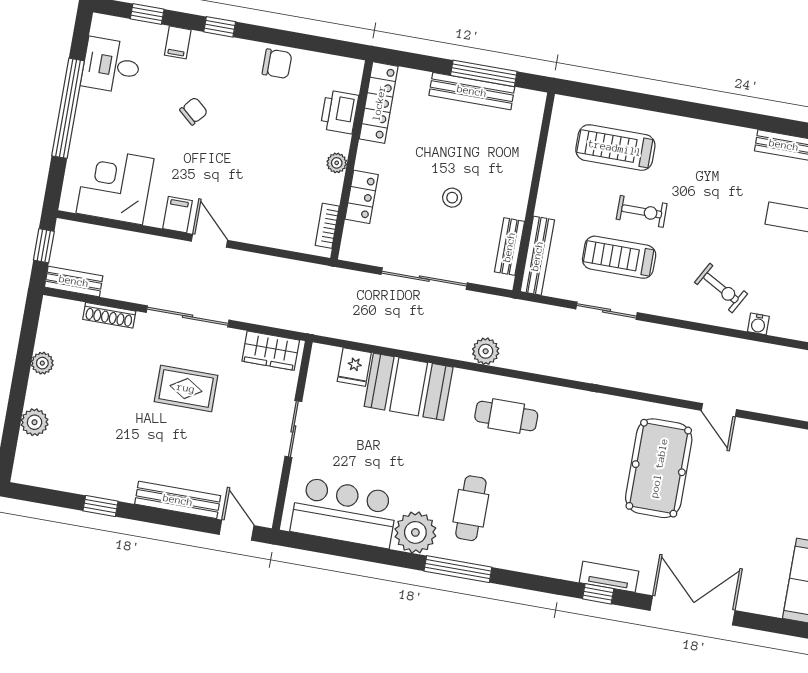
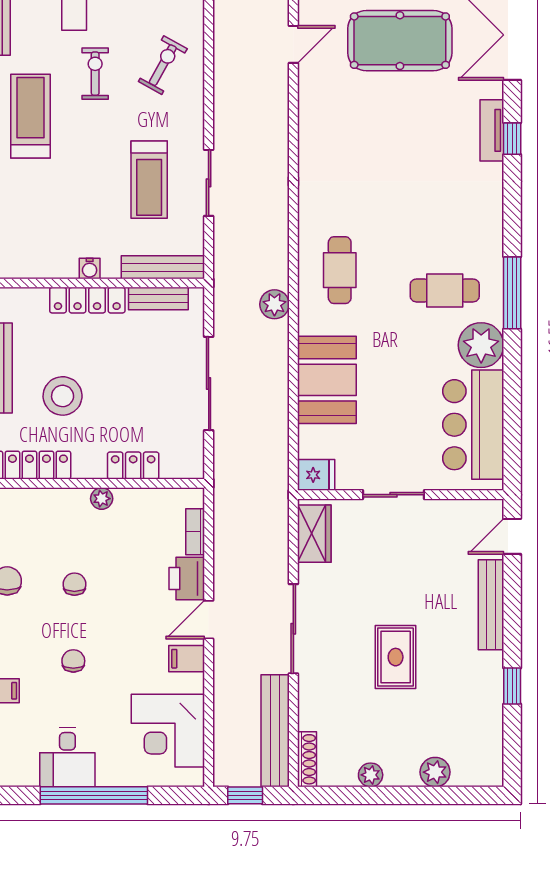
desk: (111, 66) -> (67, 757), moved
chair: (194, 111) -> (73, 661), turned 49
printer: (339, 112) -> (187, 578), moved, turned 90
chair: (263, 124) -> (74, 584), added
treadmill: (615, 148) -> (31, 116), moved, turned 180
locker: (519, 182) -> (87, 300), added
stool: (452, 198) -> (63, 396), moved, width x1.89, depth x1.89
exercise bike: (642, 211) -> (95, 74), moved
bookcase: (327, 226) -> (195, 532), moved, turned 90
bench: (74, 281) -> (275, 731), width x1.86, depth x1.21
shoe rack: (109, 315) -> (307, 759), moved
water cooler: (758, 324) -> (90, 269), moved, turned 90
fridge: (354, 367) -> (316, 475), moved
rug: (186, 388) -> (396, 657), moved
pool table: (659, 468) -> (400, 41), moved

